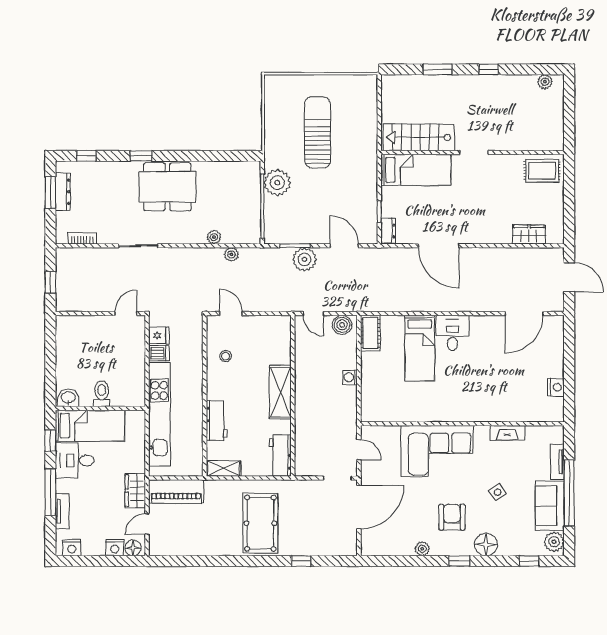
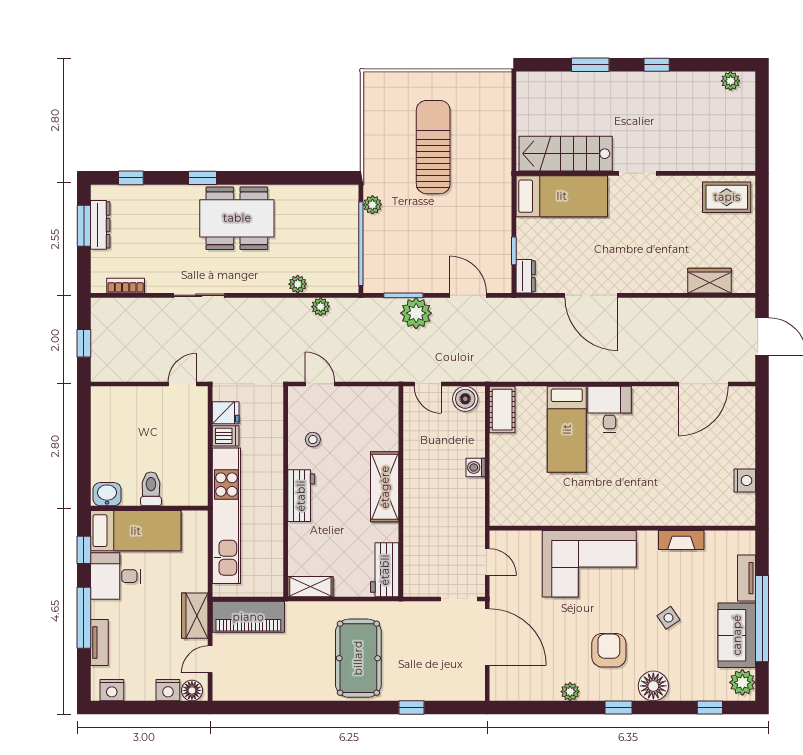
plant: (277, 183) -> (372, 205), width x0.53, depth x0.53
workbench: (217, 421) -> (301, 496), moved
door: (359, 507) -> (487, 637), hinge flipped

